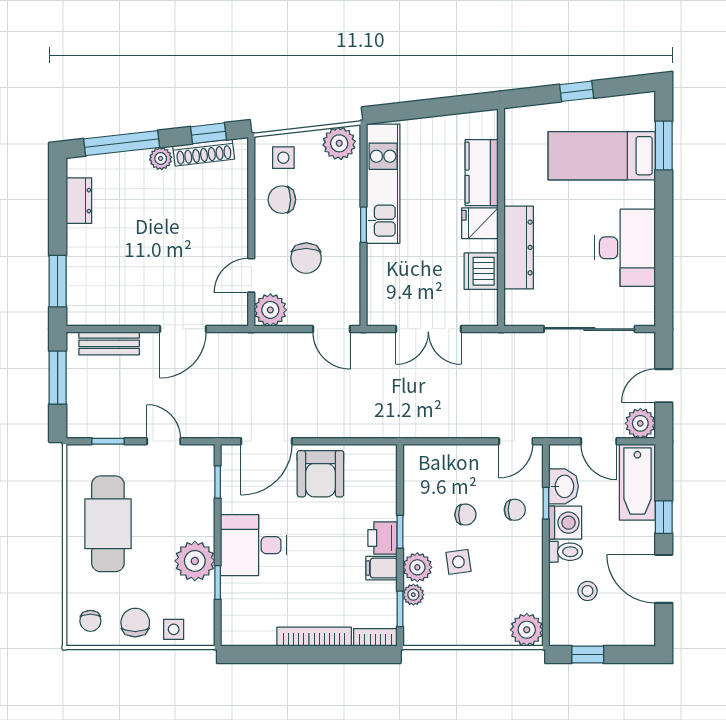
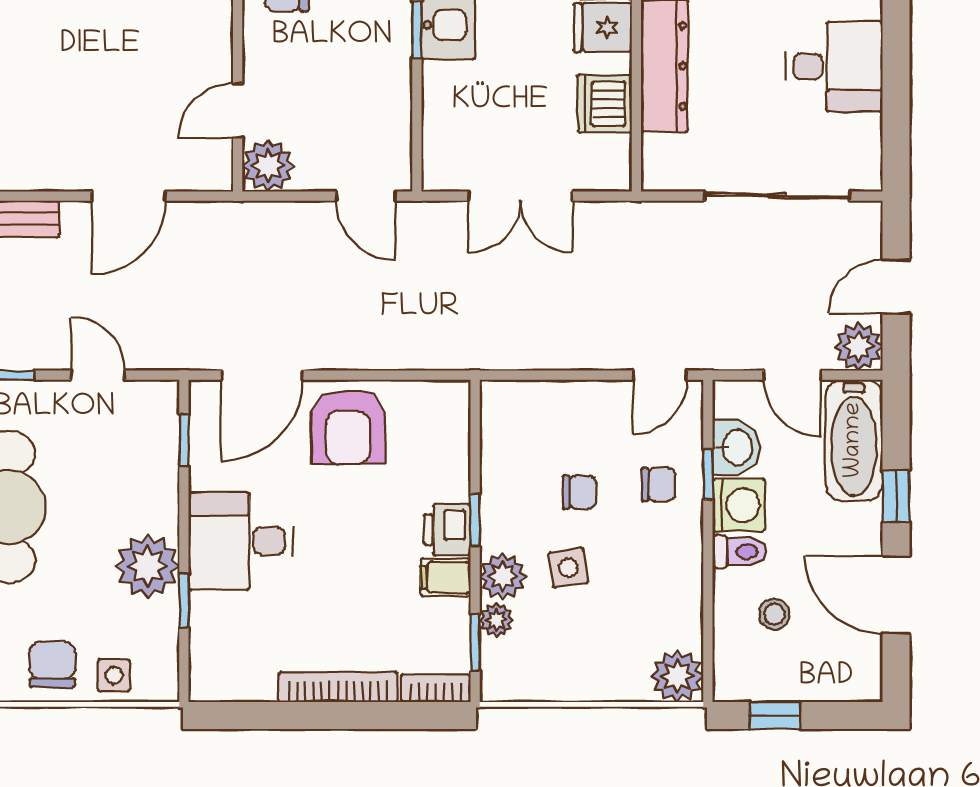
desk: (625, 248) -> (834, 66), width x0.73
chair: (306, 258) -> (325, 83), removed

